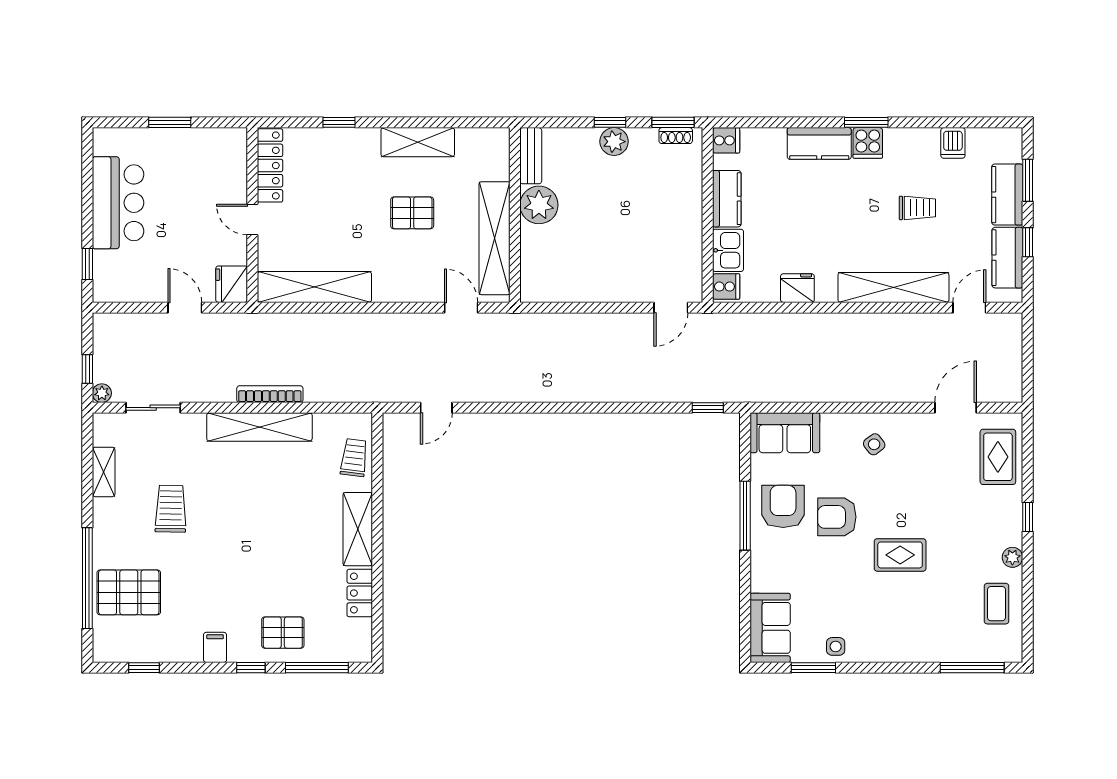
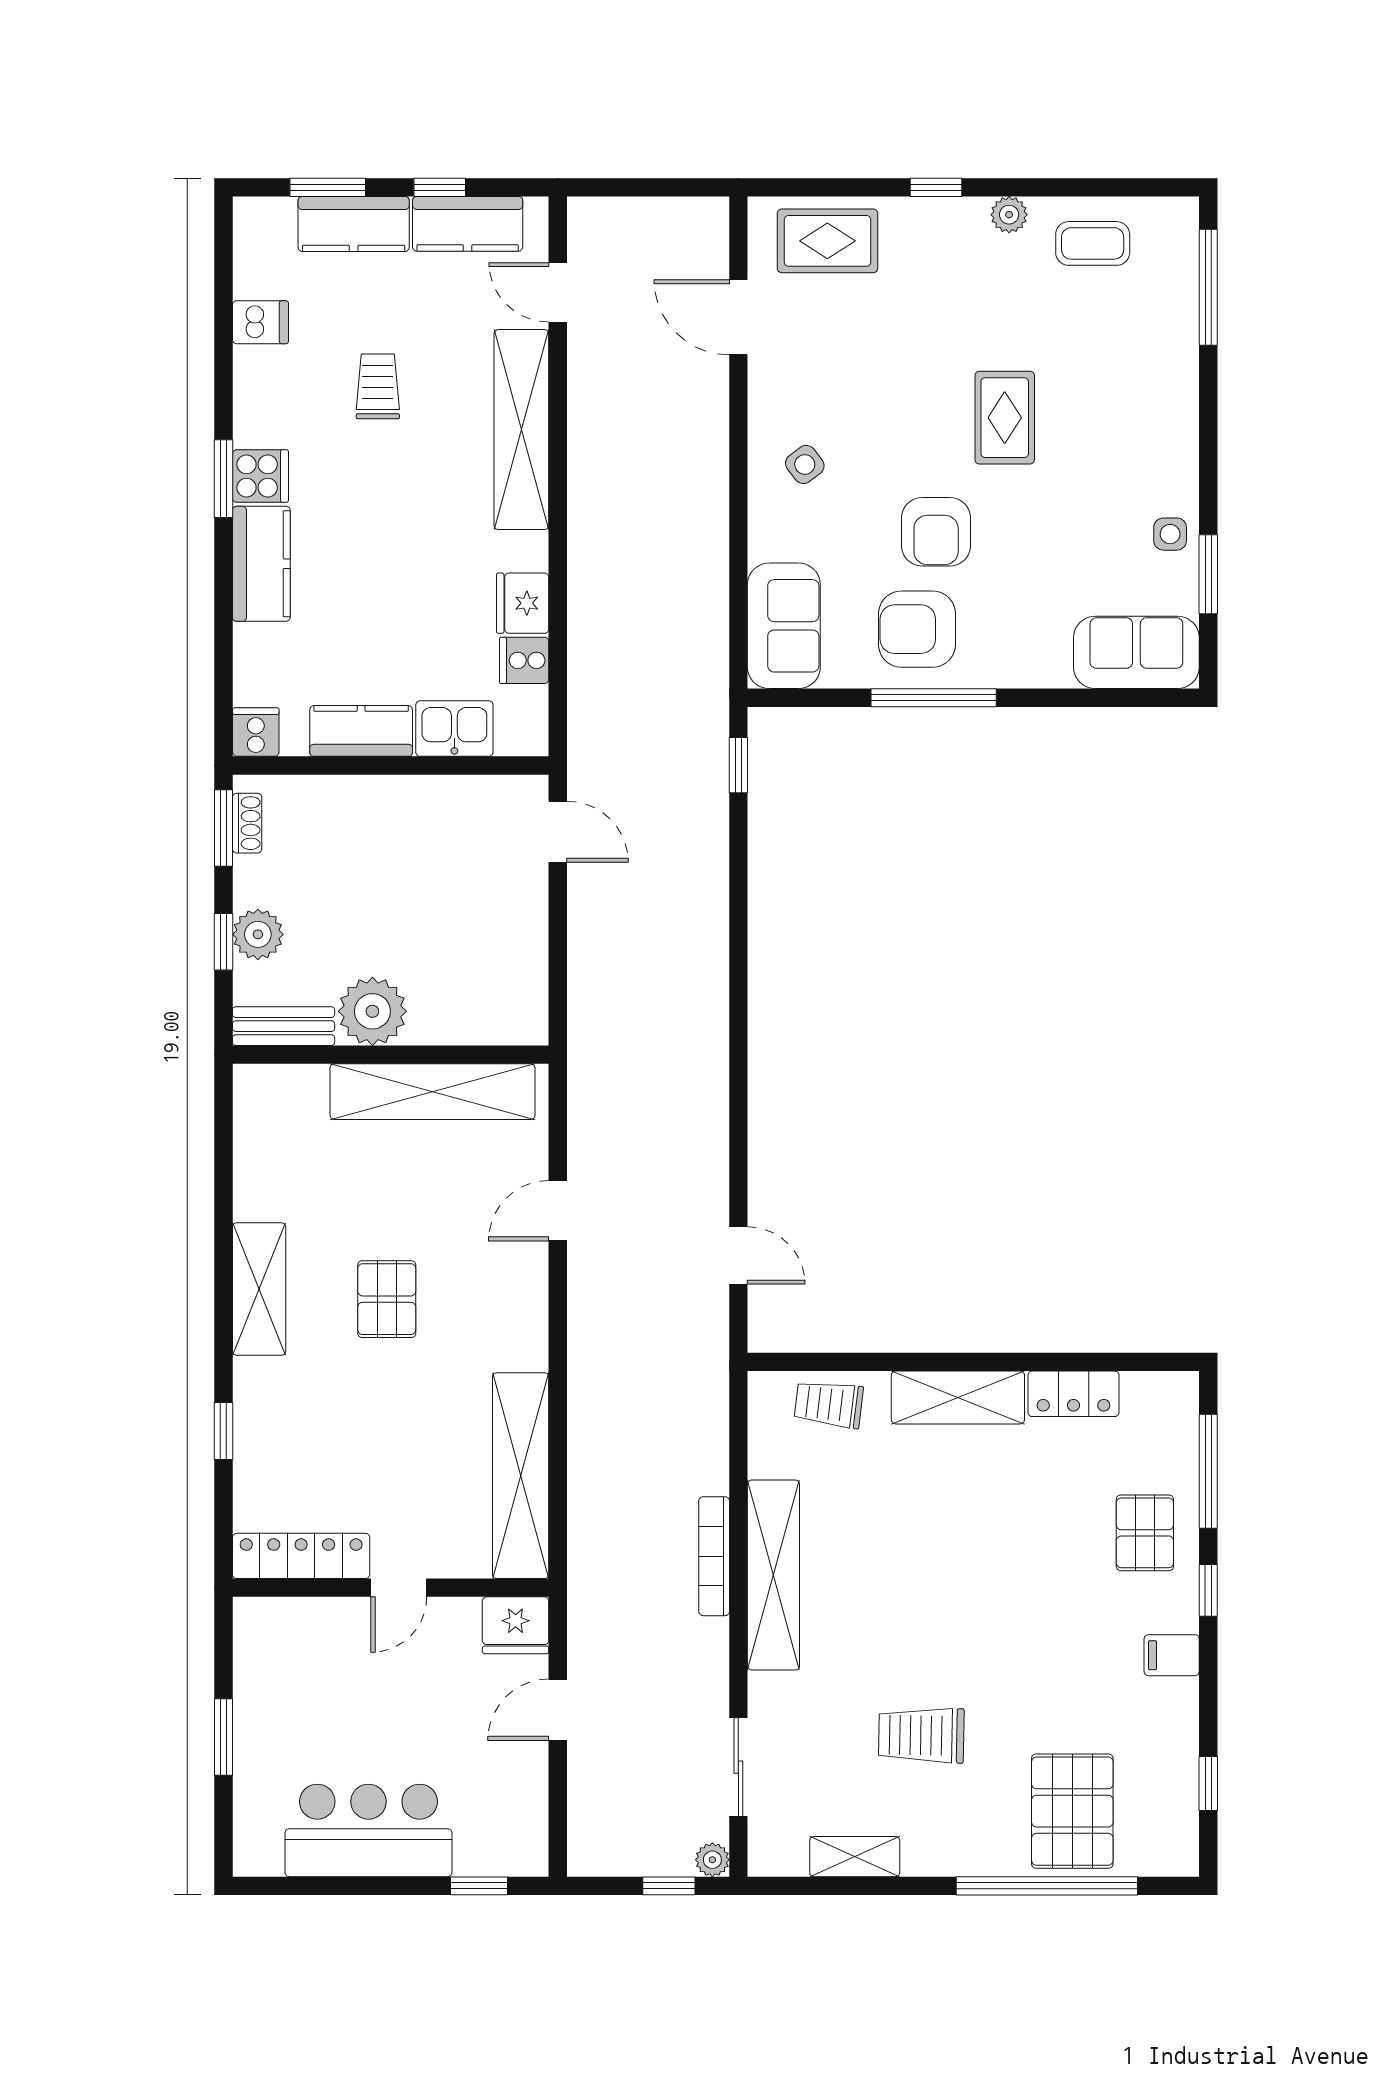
bench: (531, 156) -> (284, 1026), moved
plant: (539, 205) -> (372, 1011), moved
wall: (515, 215) -> (391, 1055), moved
shelving: (495, 238) -> (433, 1092), moved
cooker: (726, 287) -> (524, 660), moved, turned -90

